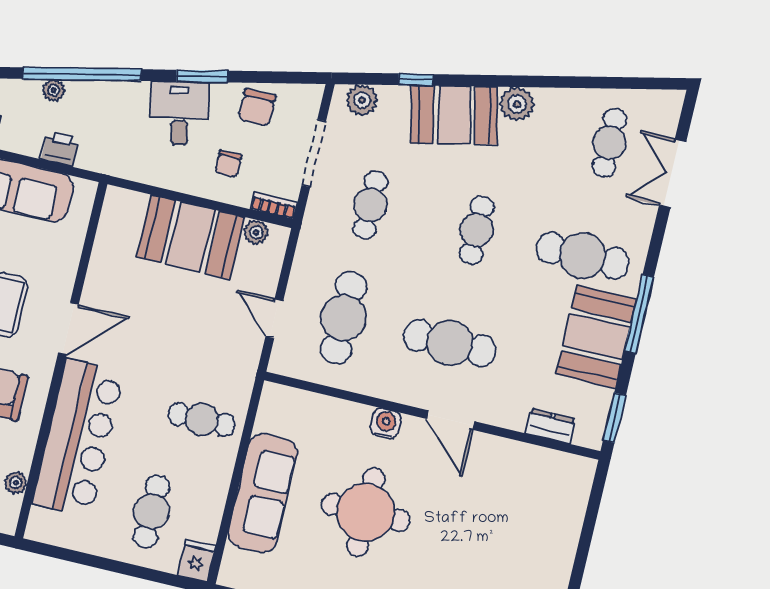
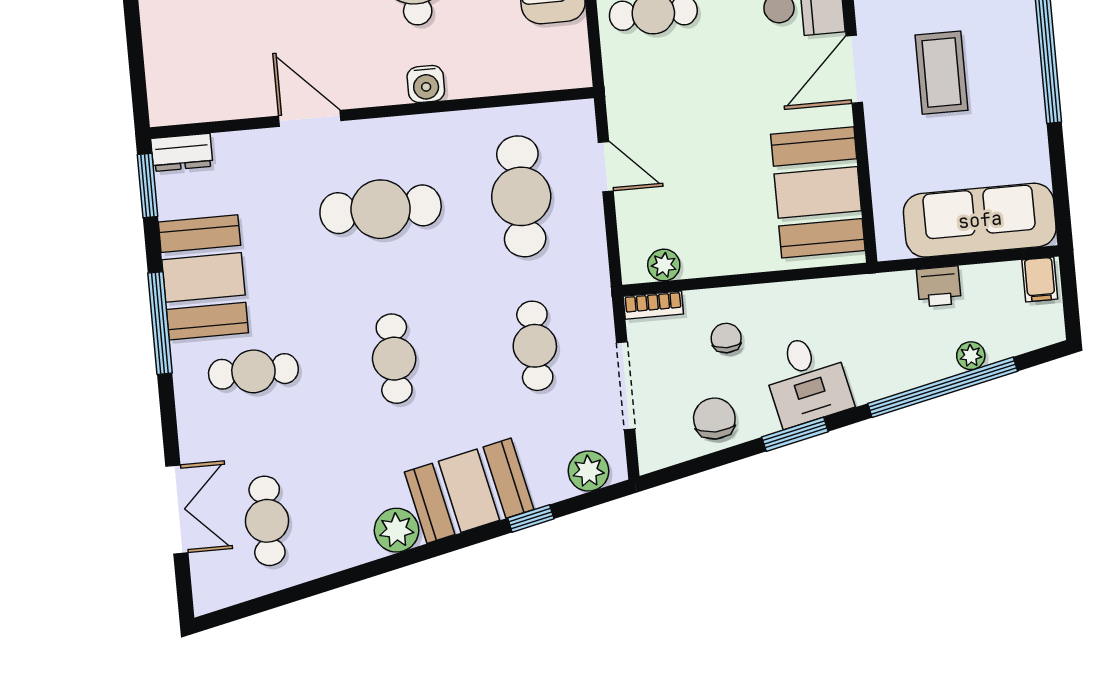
booth: (190, 237) -> (818, 192), moved, turned 90
cafe table: (583, 256) -> (253, 371), width x0.73, depth x0.74
door: (451, 420) -> (310, 118), moved
dresser: (550, 426) -> (182, 152), moved

